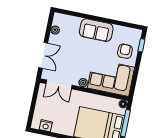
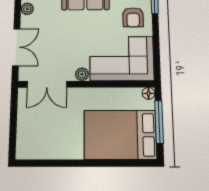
armchair: (125, 51) -> (133, 17), turned 180
nightstand: (46, 126) -> (38, 151), removed

